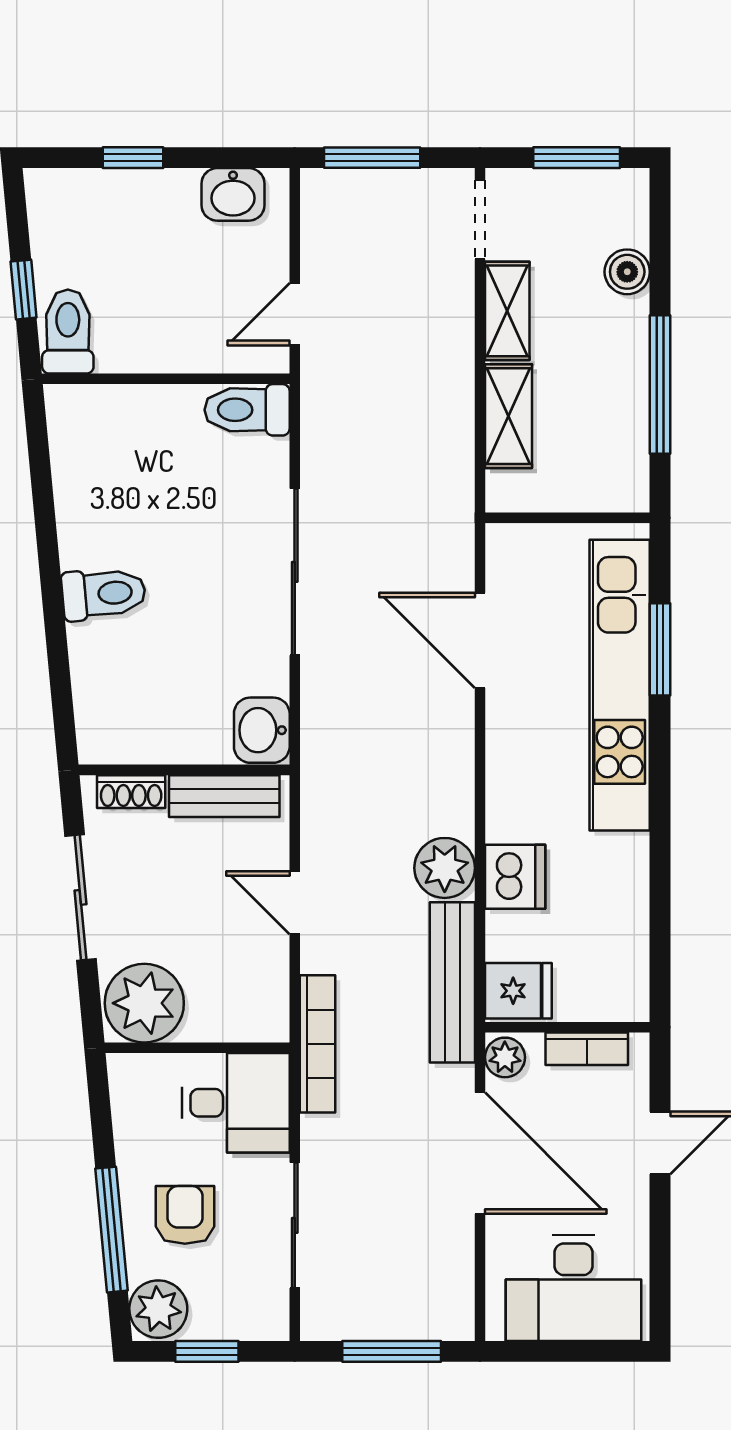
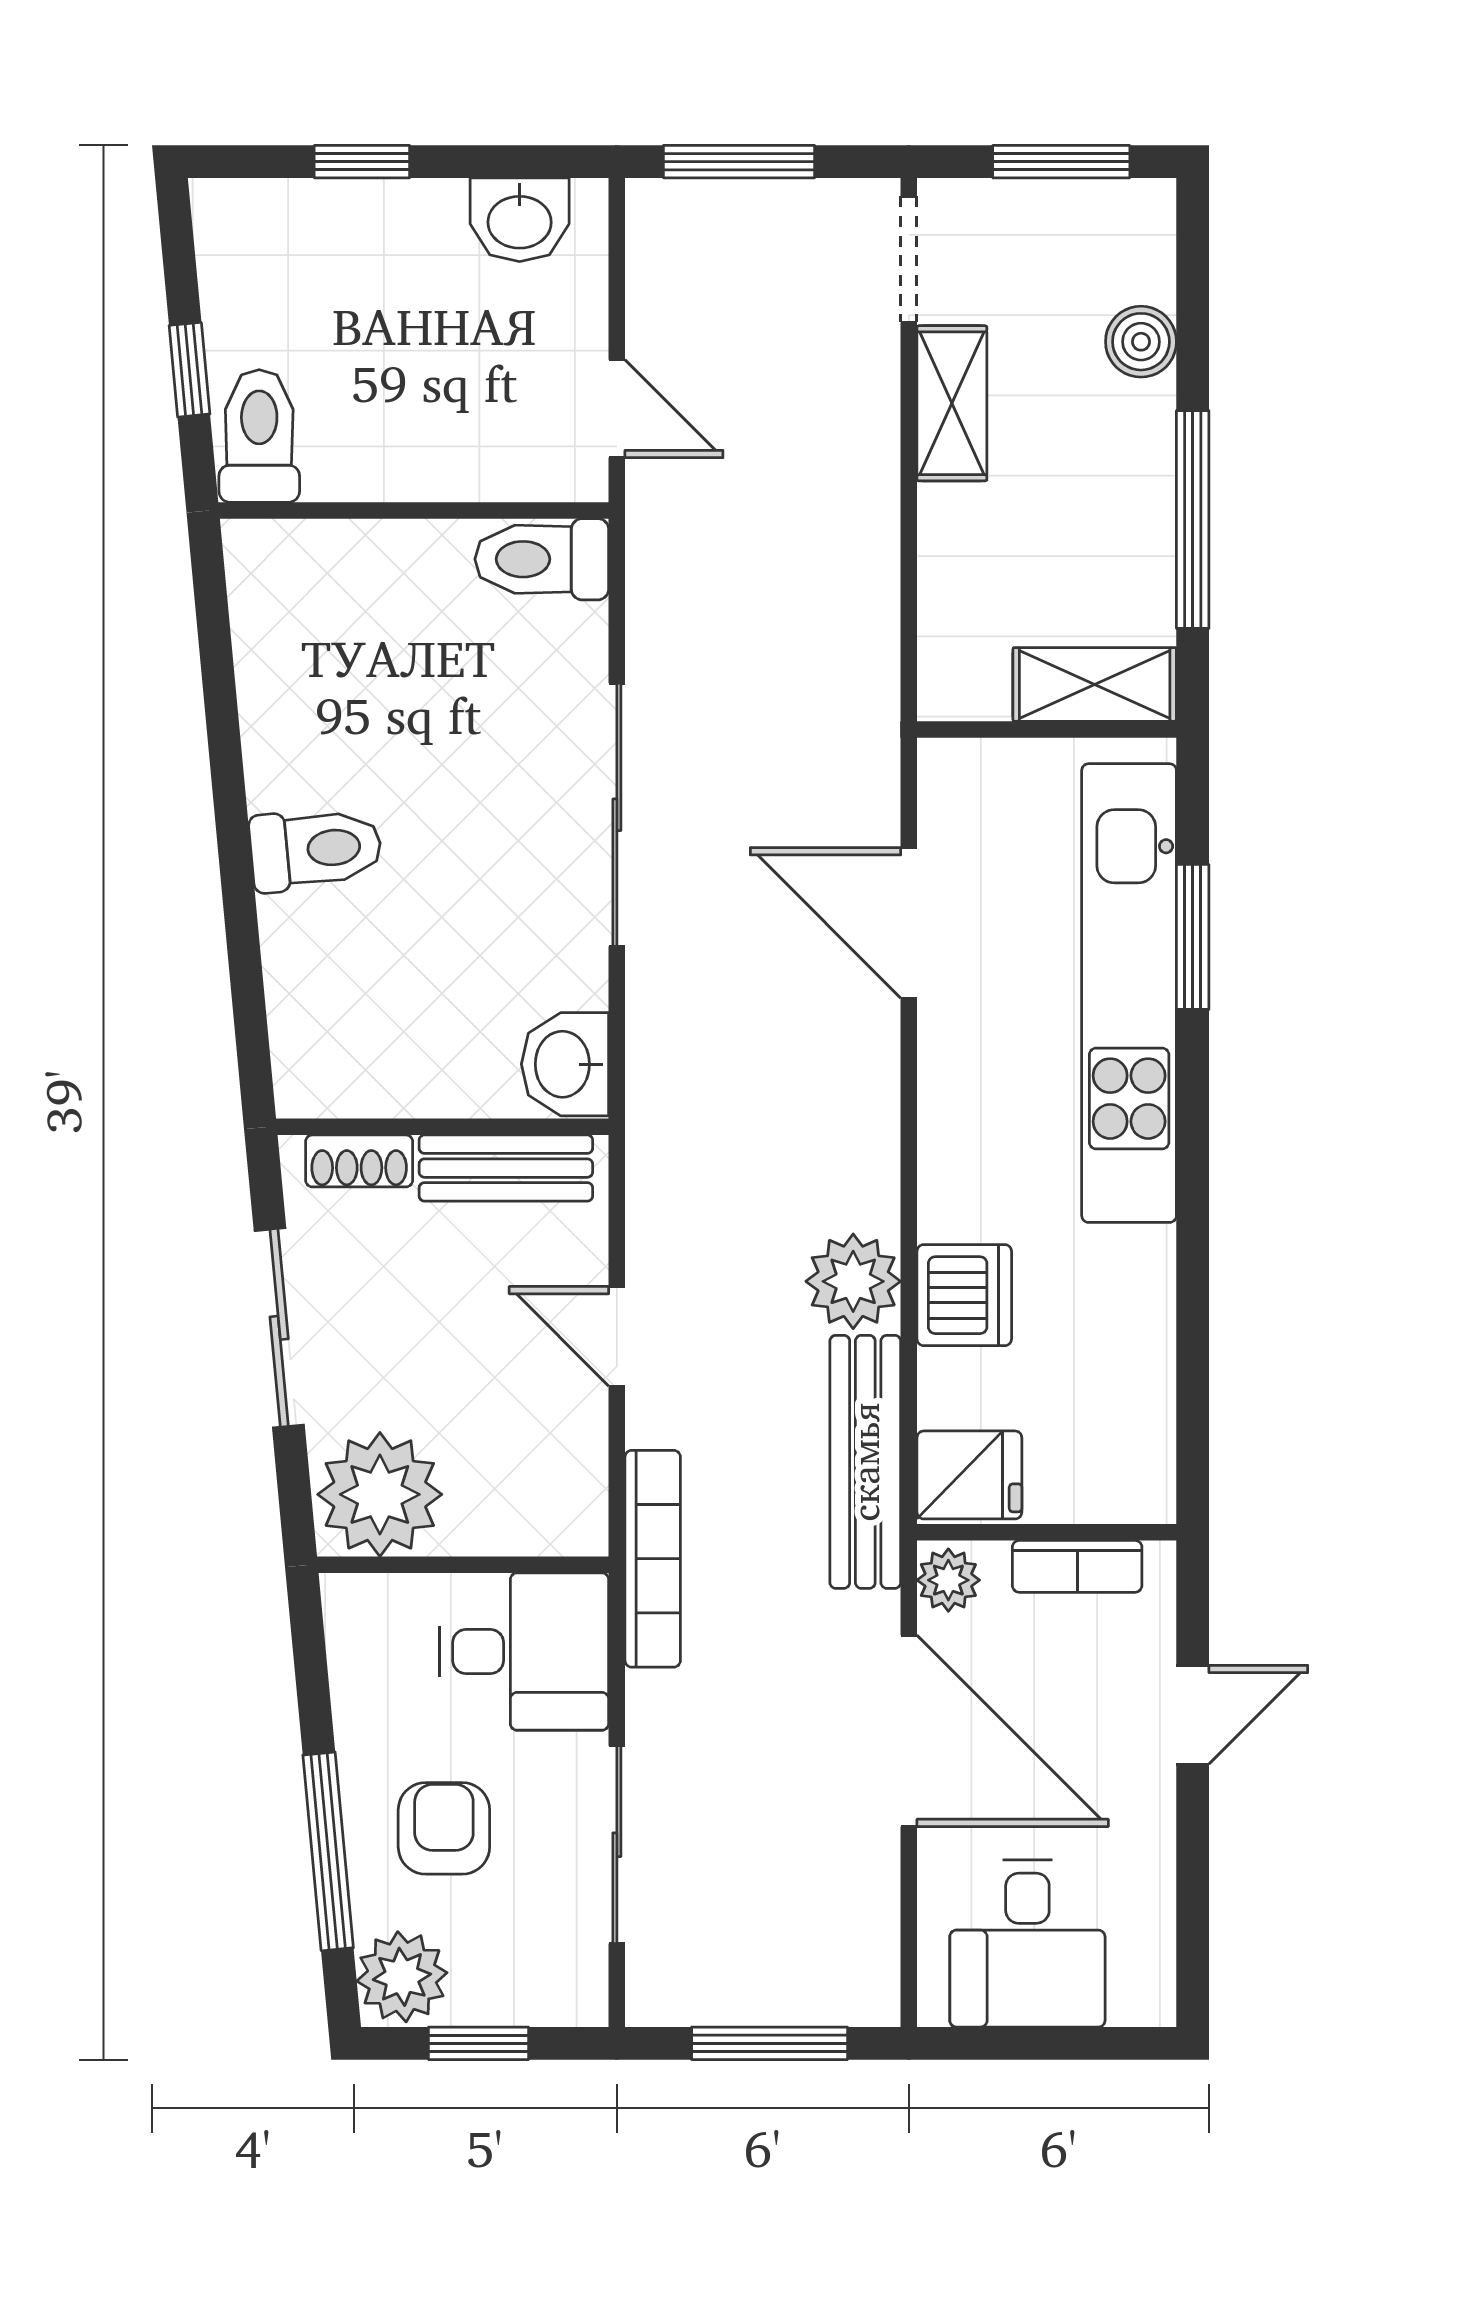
door: (295, 314) -> (617, 409), swing flipped
shelving: (508, 416) -> (1095, 684), moved, turned 90
desk: (574, 1288) -> (1027, 1943), width x0.73

